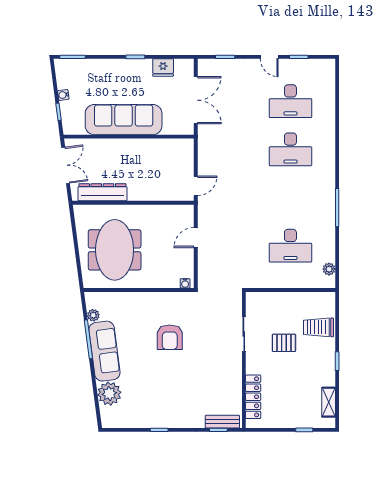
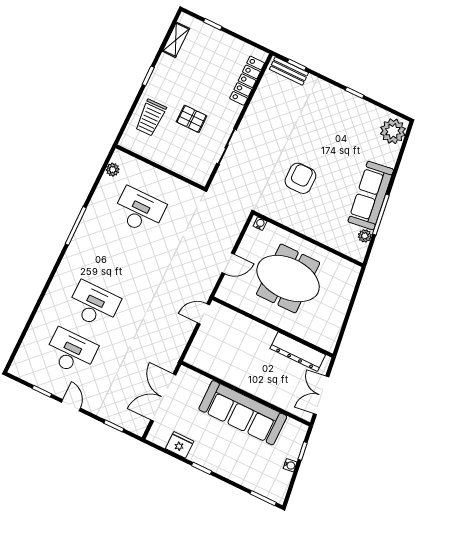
meeting table: (115, 250) -> (288, 278), moved, turned 90
trolley: (318, 327) -> (151, 118), turned 89
plant: (109, 394) -> (393, 131), moved

